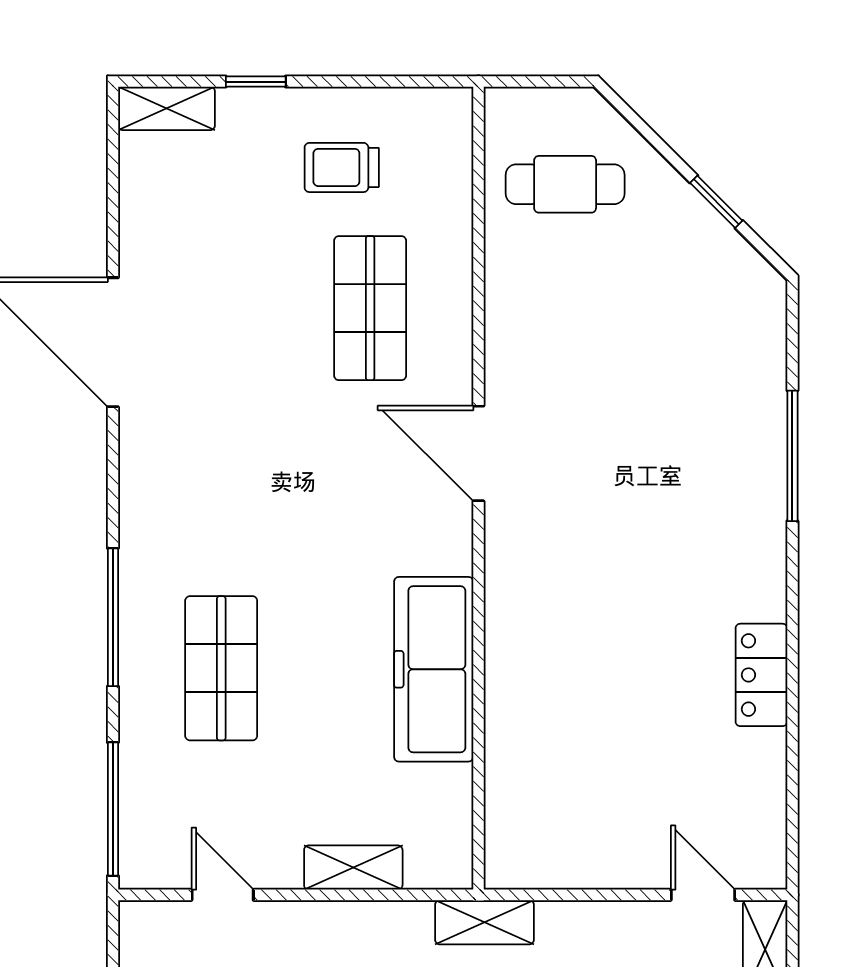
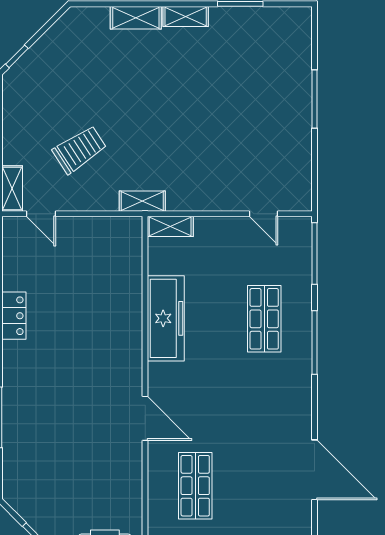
shelving: (353, 868) -> (170, 226), moved

